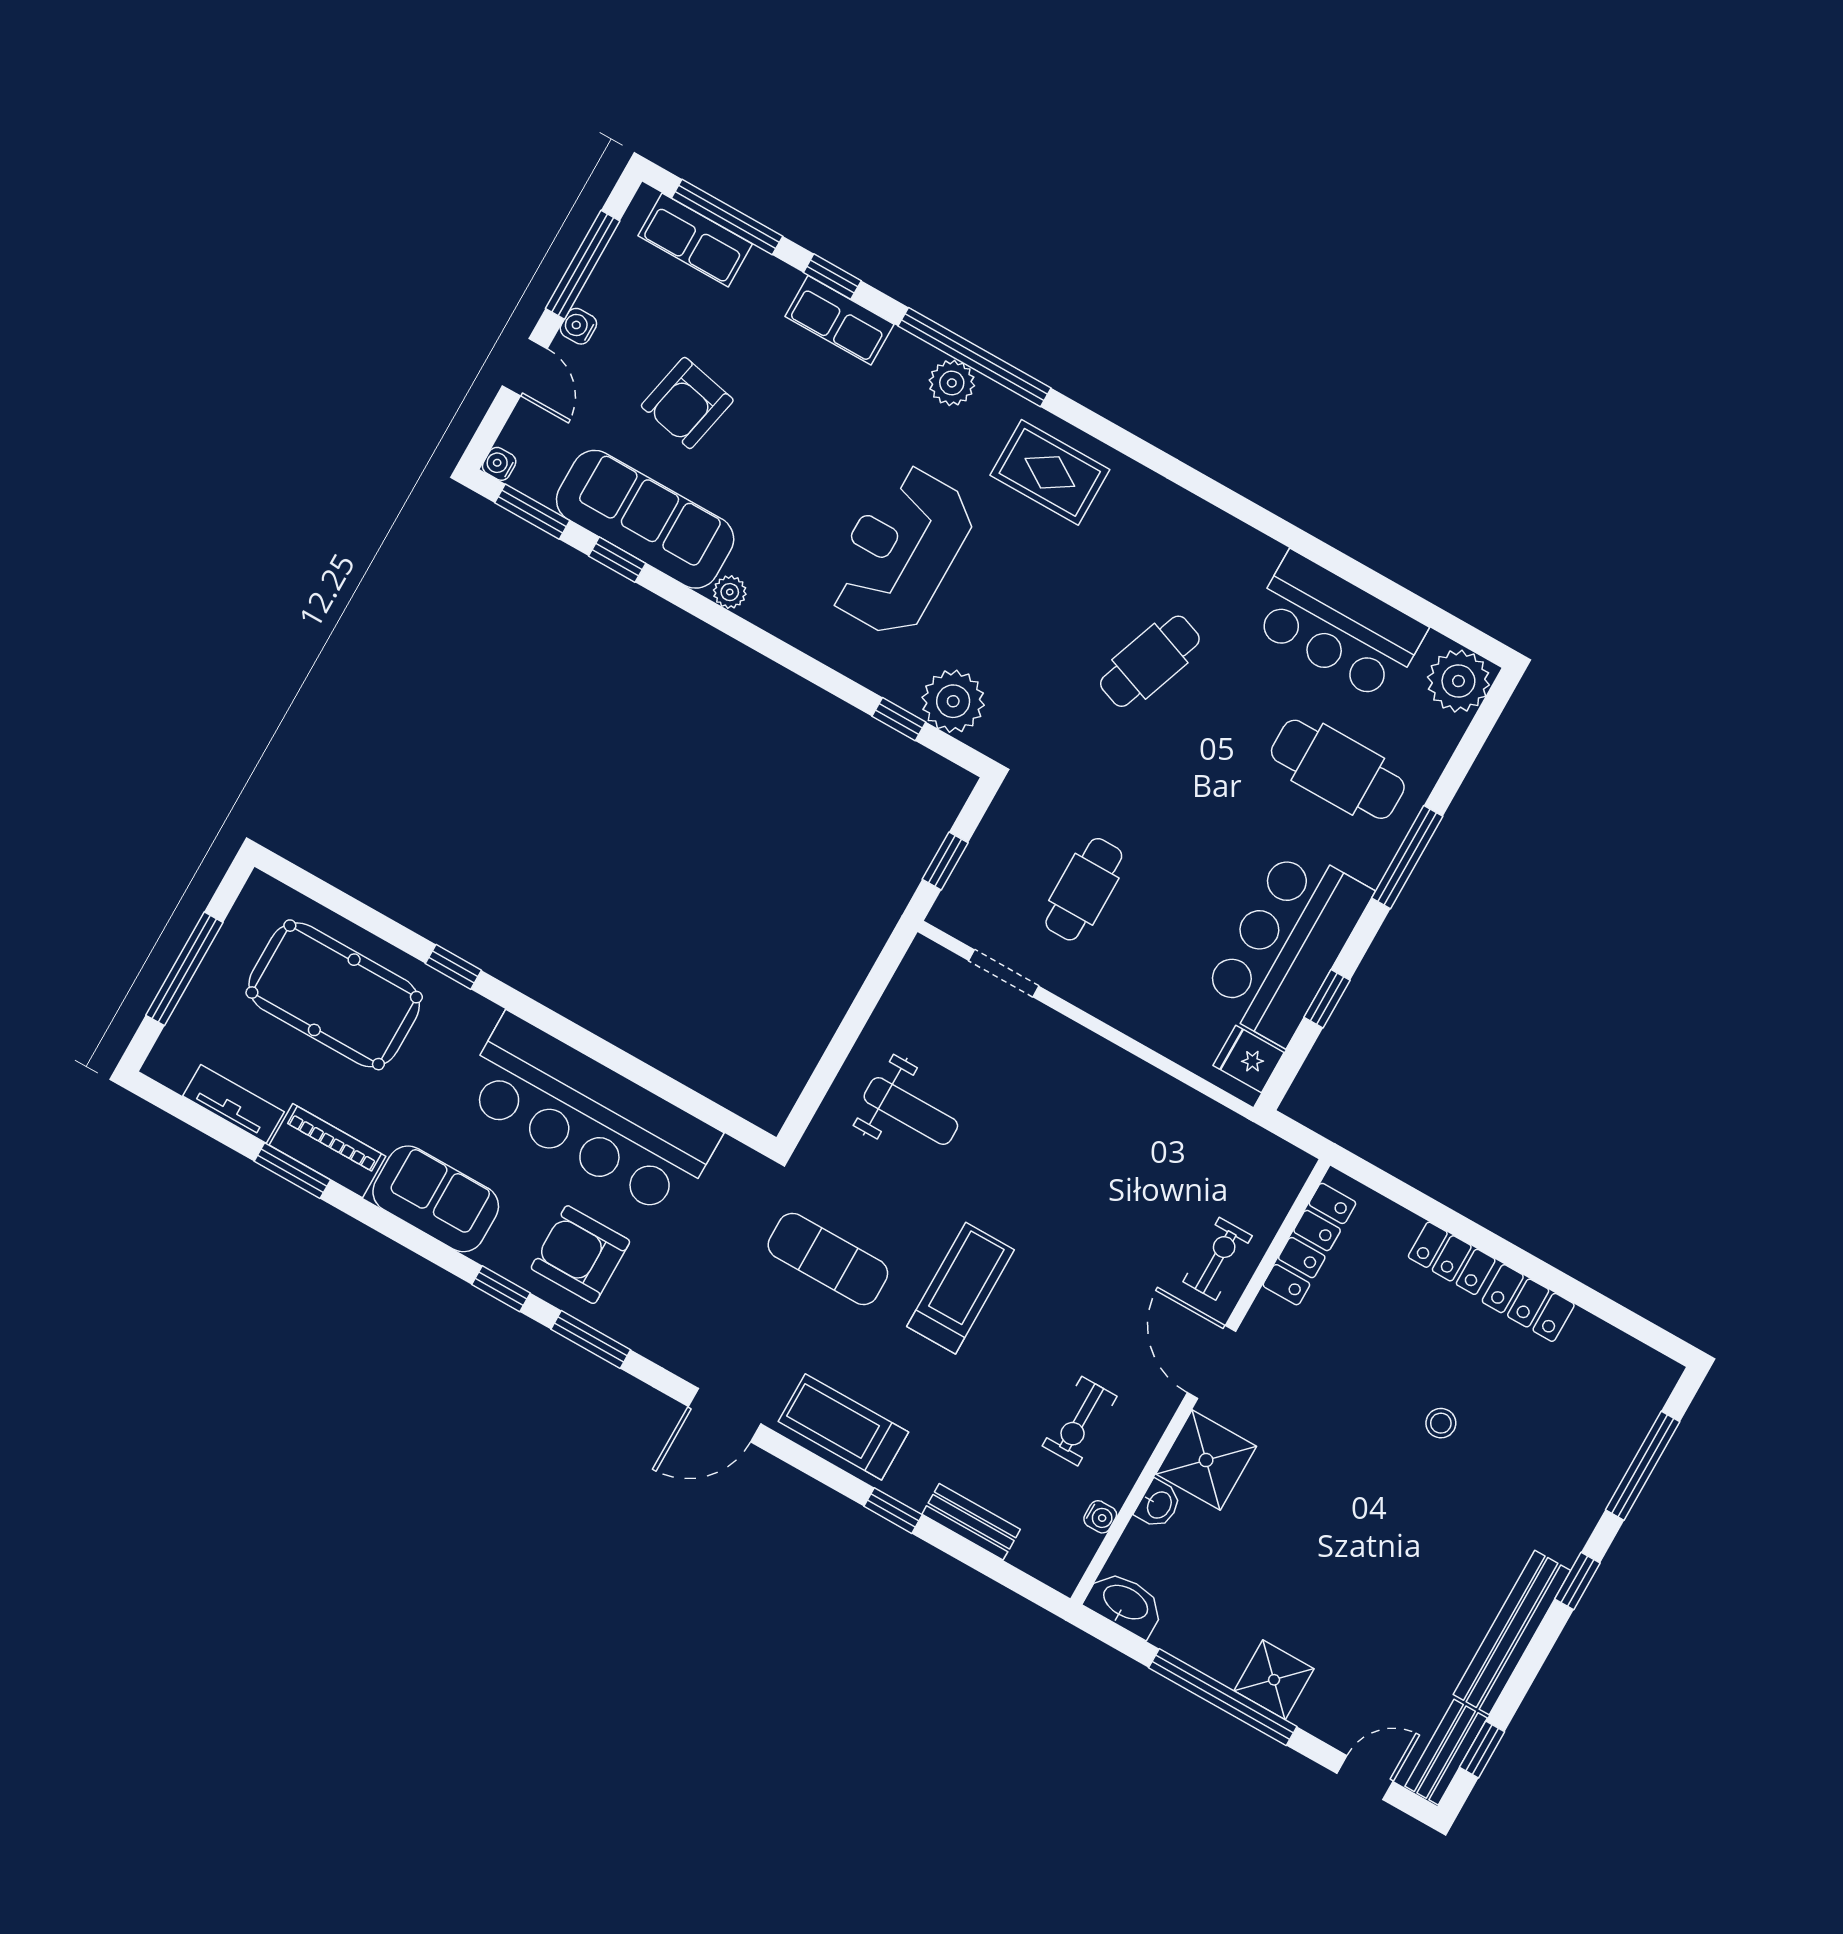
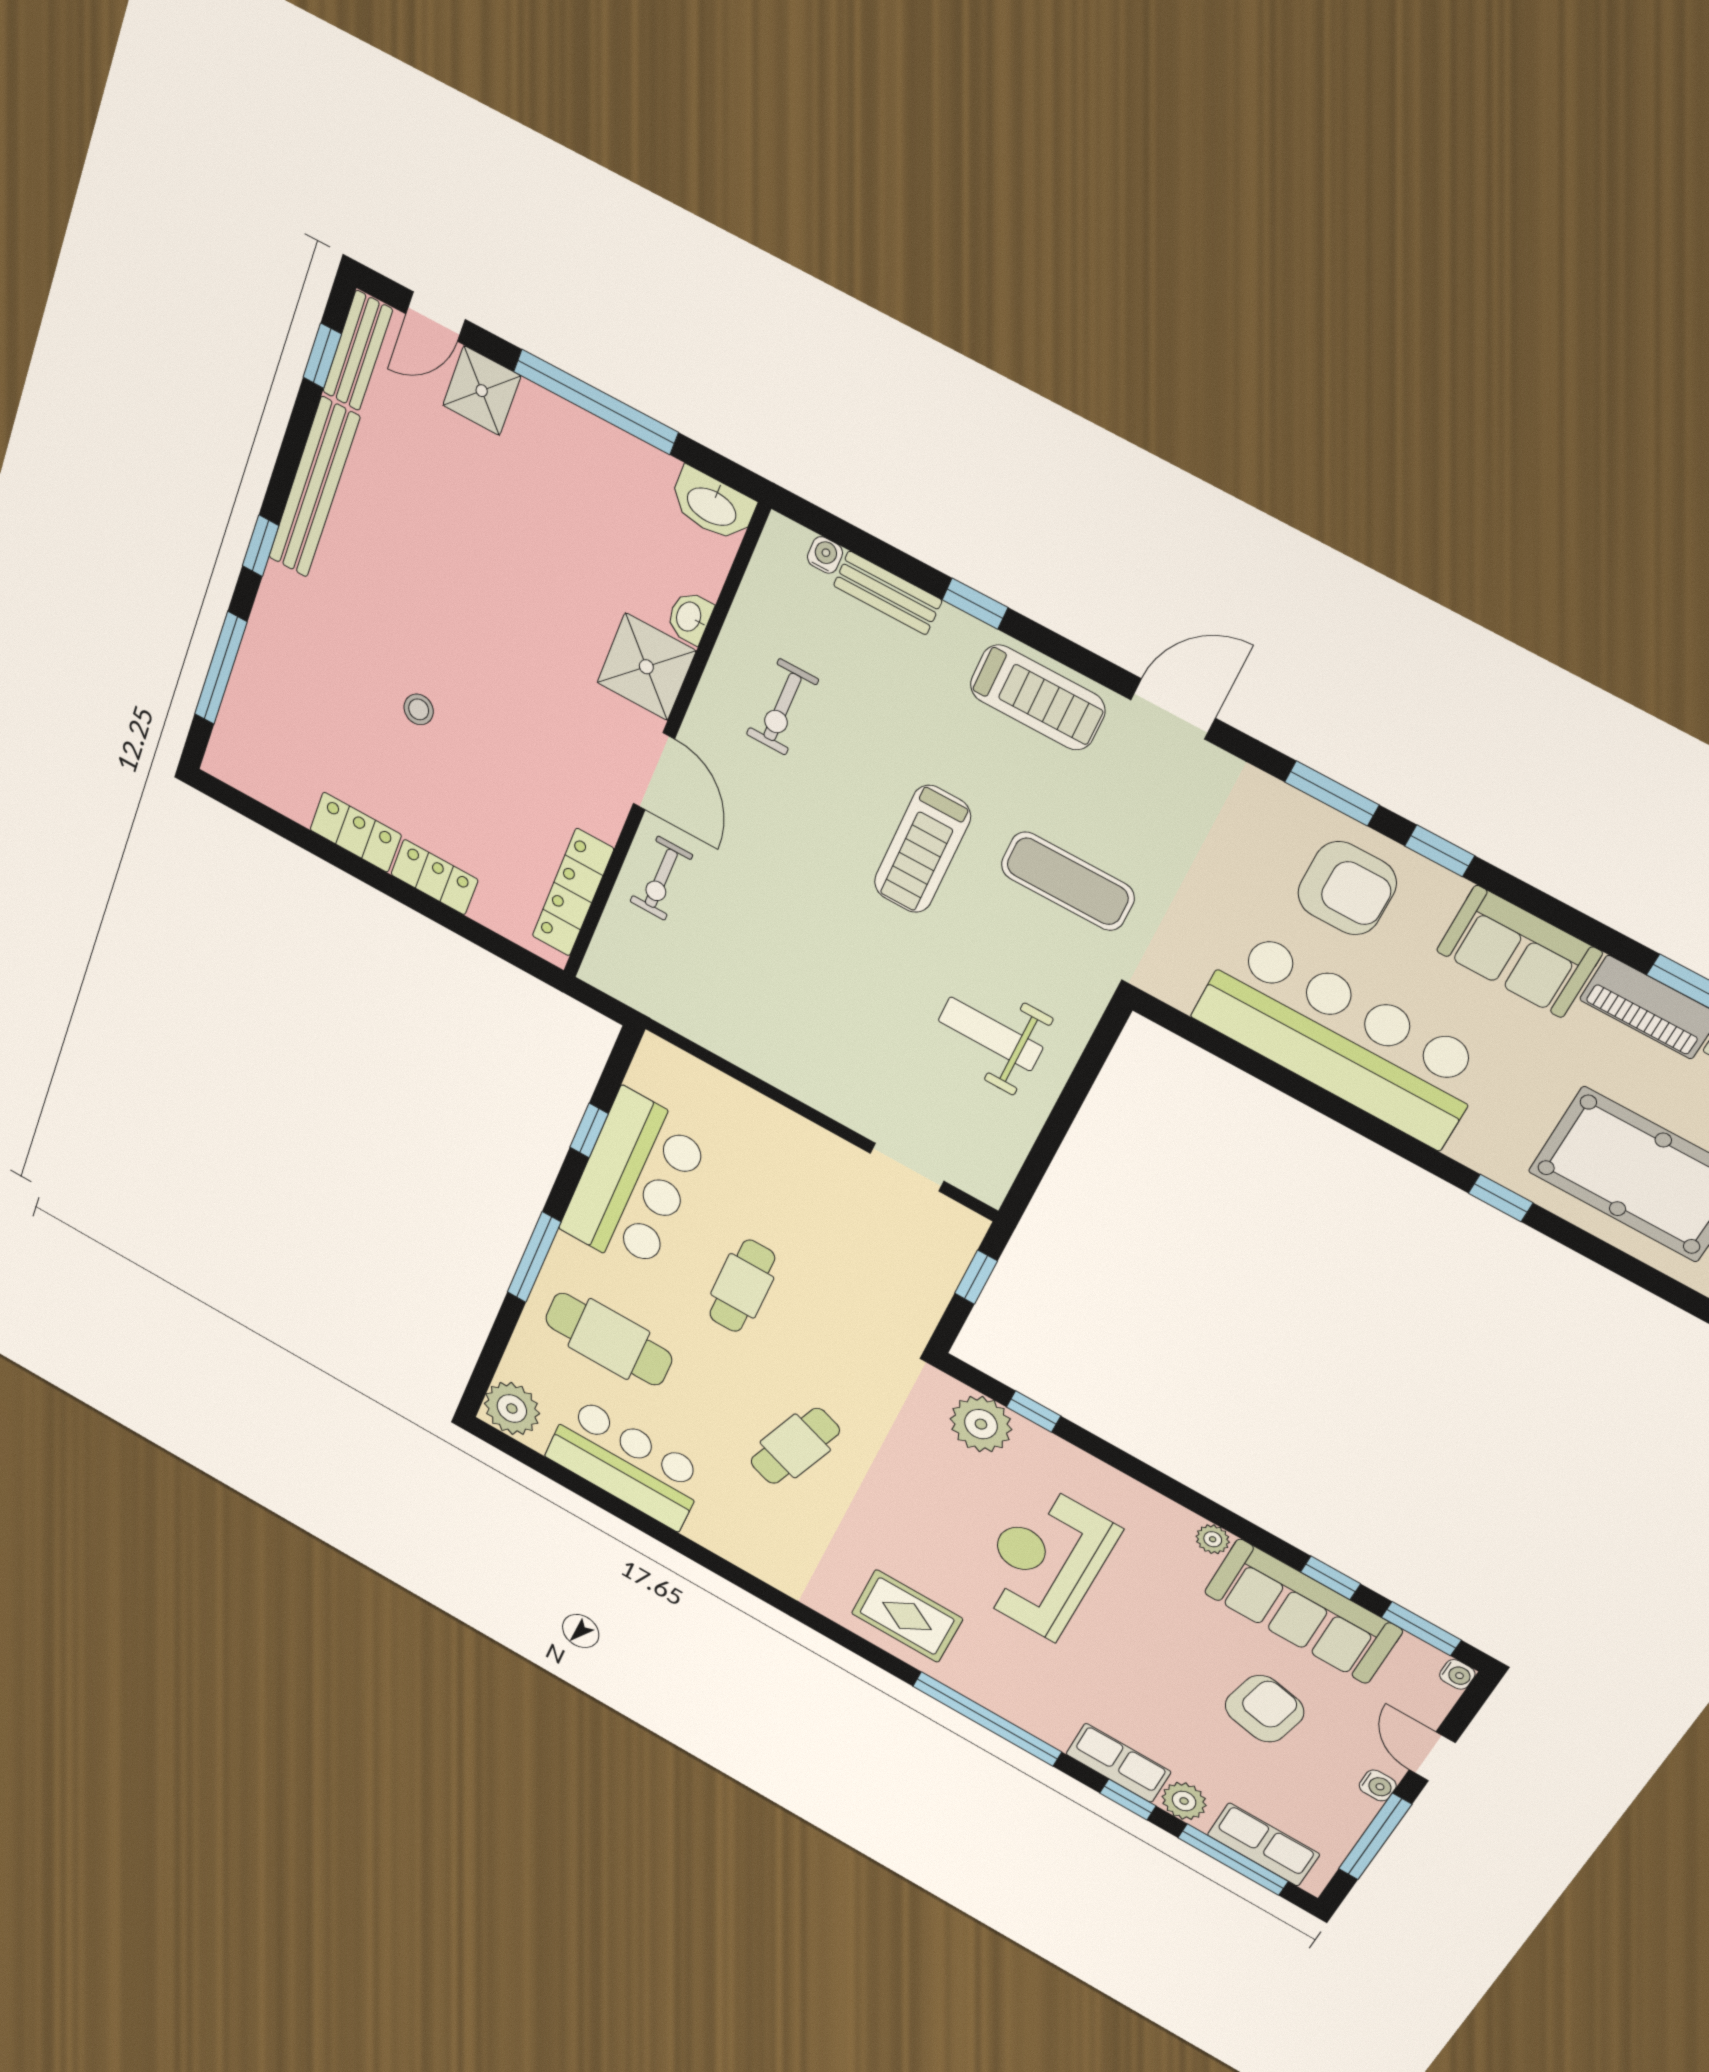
plant: (952, 383) -> (1184, 1801), moved
reception desk: (900, 551) -> (1045, 1562), turned 180
cafe table: (1084, 889) -> (742, 1286), moved
fridge: (1249, 1059) -> (656, 1076), removed
exercise bike: (1080, 1421) -> (782, 707), turned 180
water cooler: (1100, 1517) -> (825, 555), moved, turned 90
shower: (1274, 1680) -> (482, 391), moved

